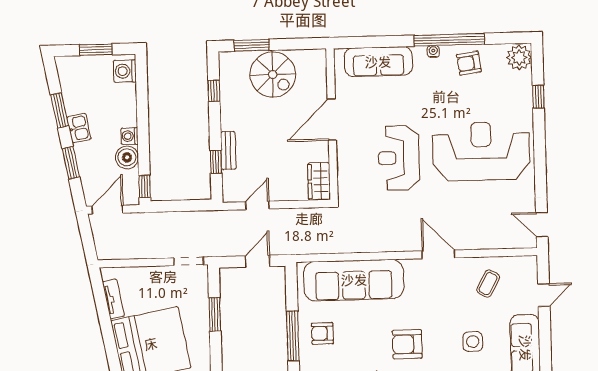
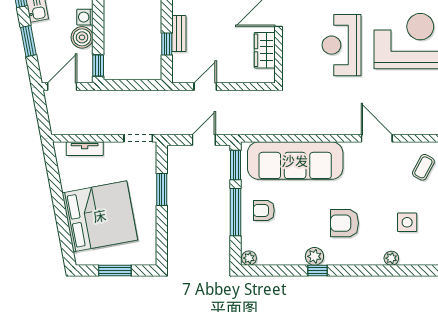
wardrobe: (319, 181) -> (265, 50), moved
window: (291, 287) -> (236, 165), added
tv unit: (113, 299) -> (85, 149), moved, turned 101

